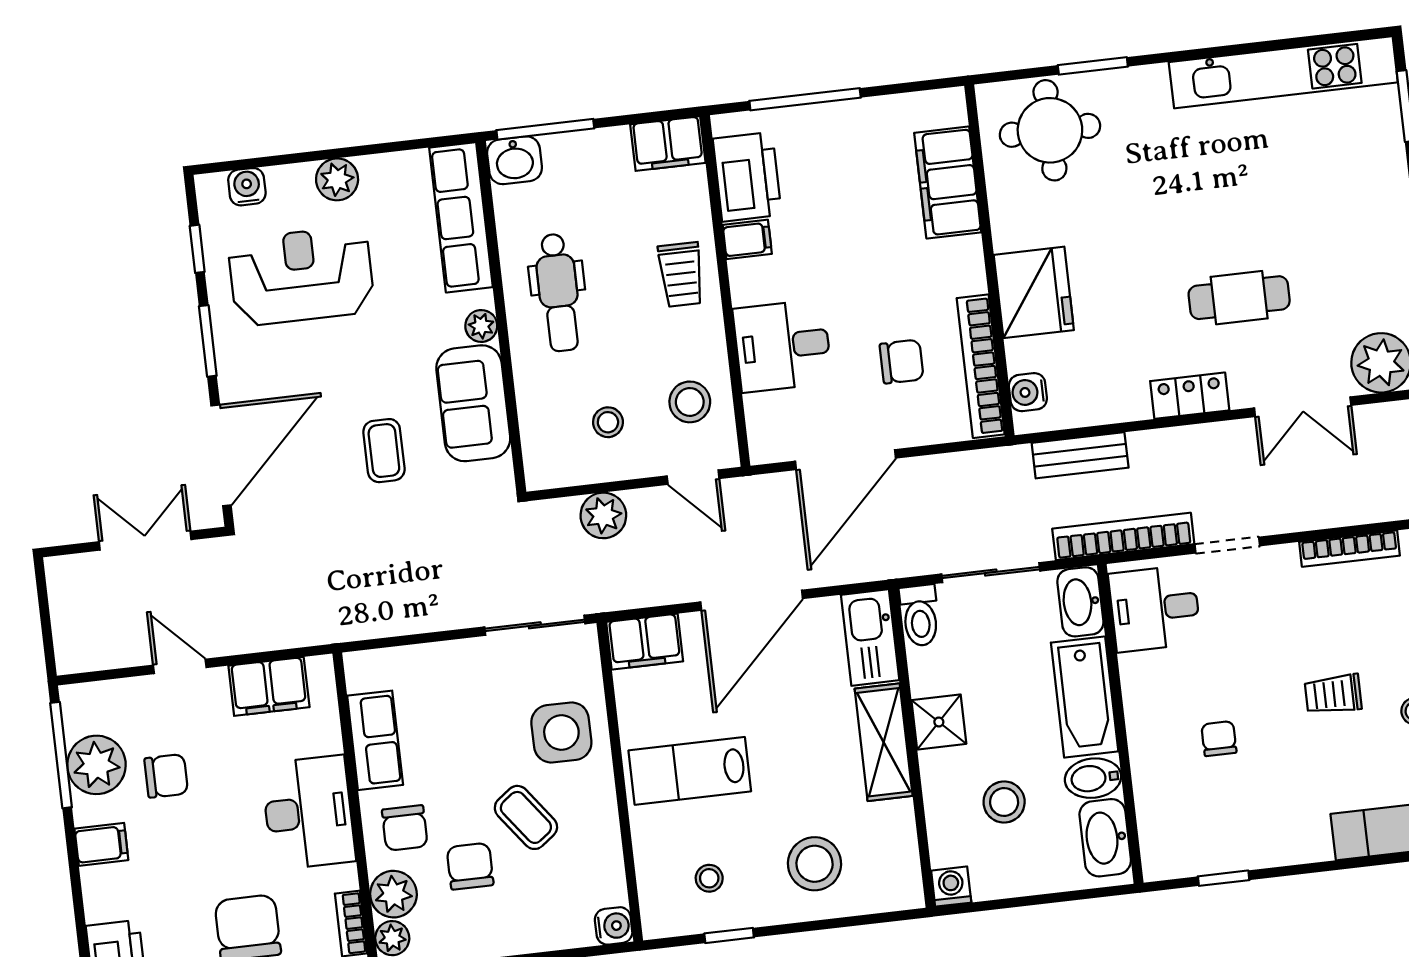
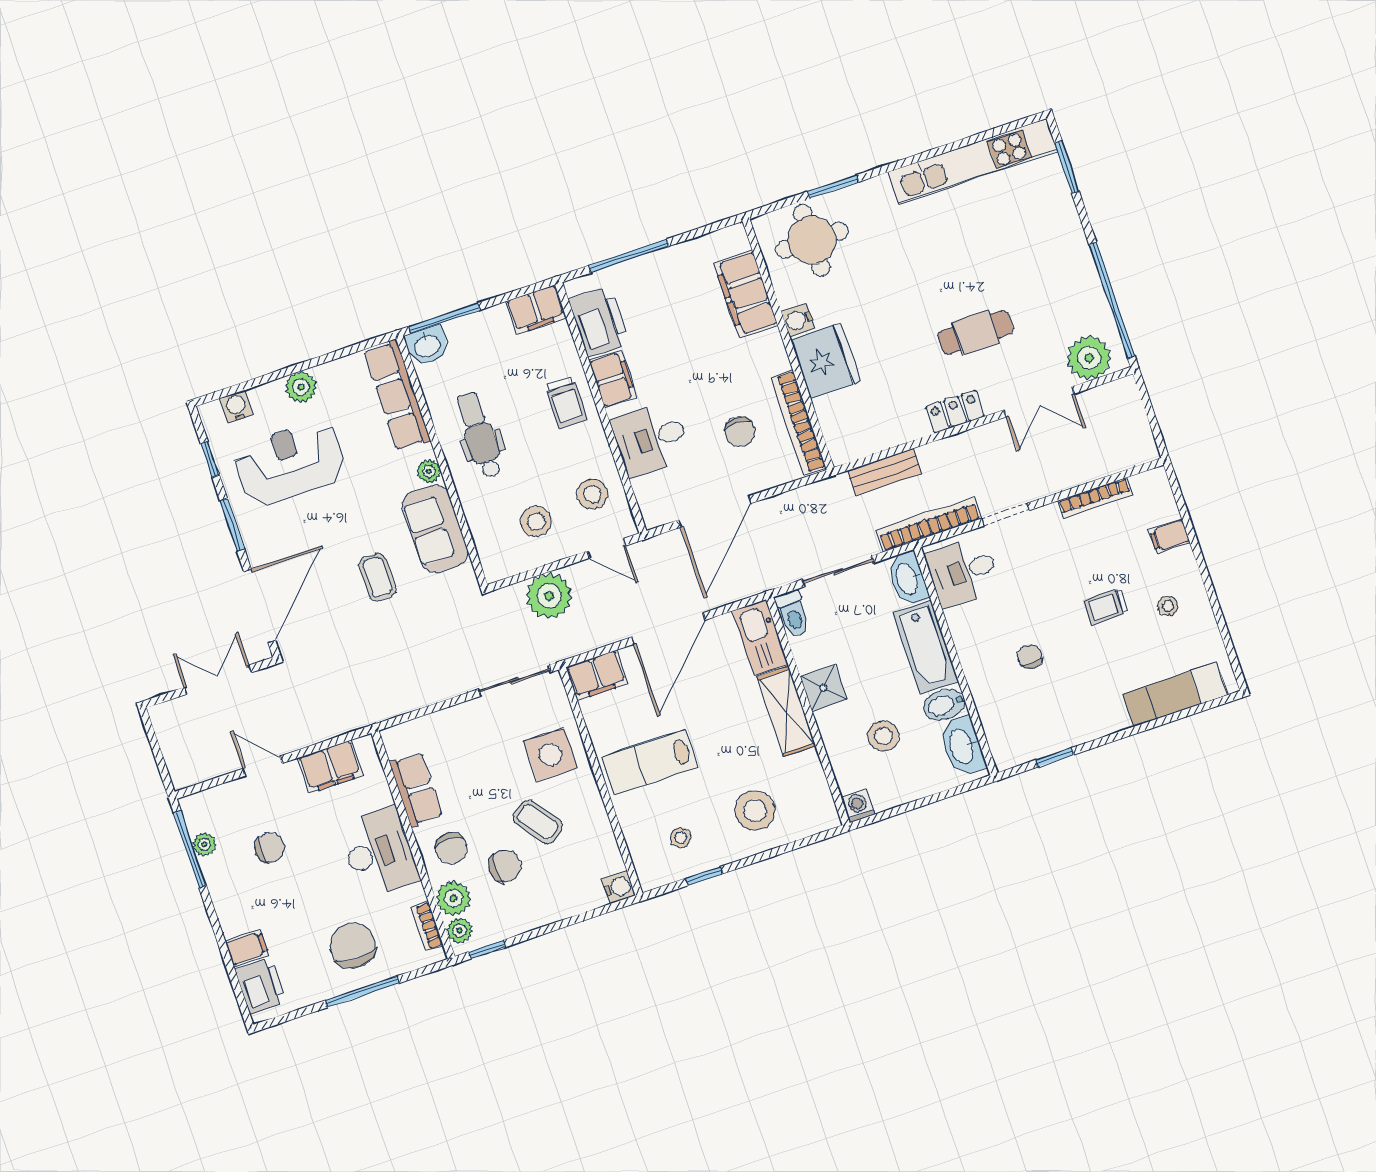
filing cabinet: (747, 239) -> (613, 379), width x2.00
dental chair: (558, 292) -> (480, 435), turned 180
chair: (902, 362) -> (740, 432), turned 90
water cooler: (1028, 392) -> (798, 320), moved
stool: (608, 422) -> (536, 522), width x1.37, depth x1.37
plant: (603, 515) -> (549, 596), width x1.36, depth x1.36
plant: (97, 765) -> (204, 844), width x0.53, depth x0.53
filing cabinet: (101, 844) -> (247, 948), moved
chair: (470, 866) -> (505, 866), turned 90

